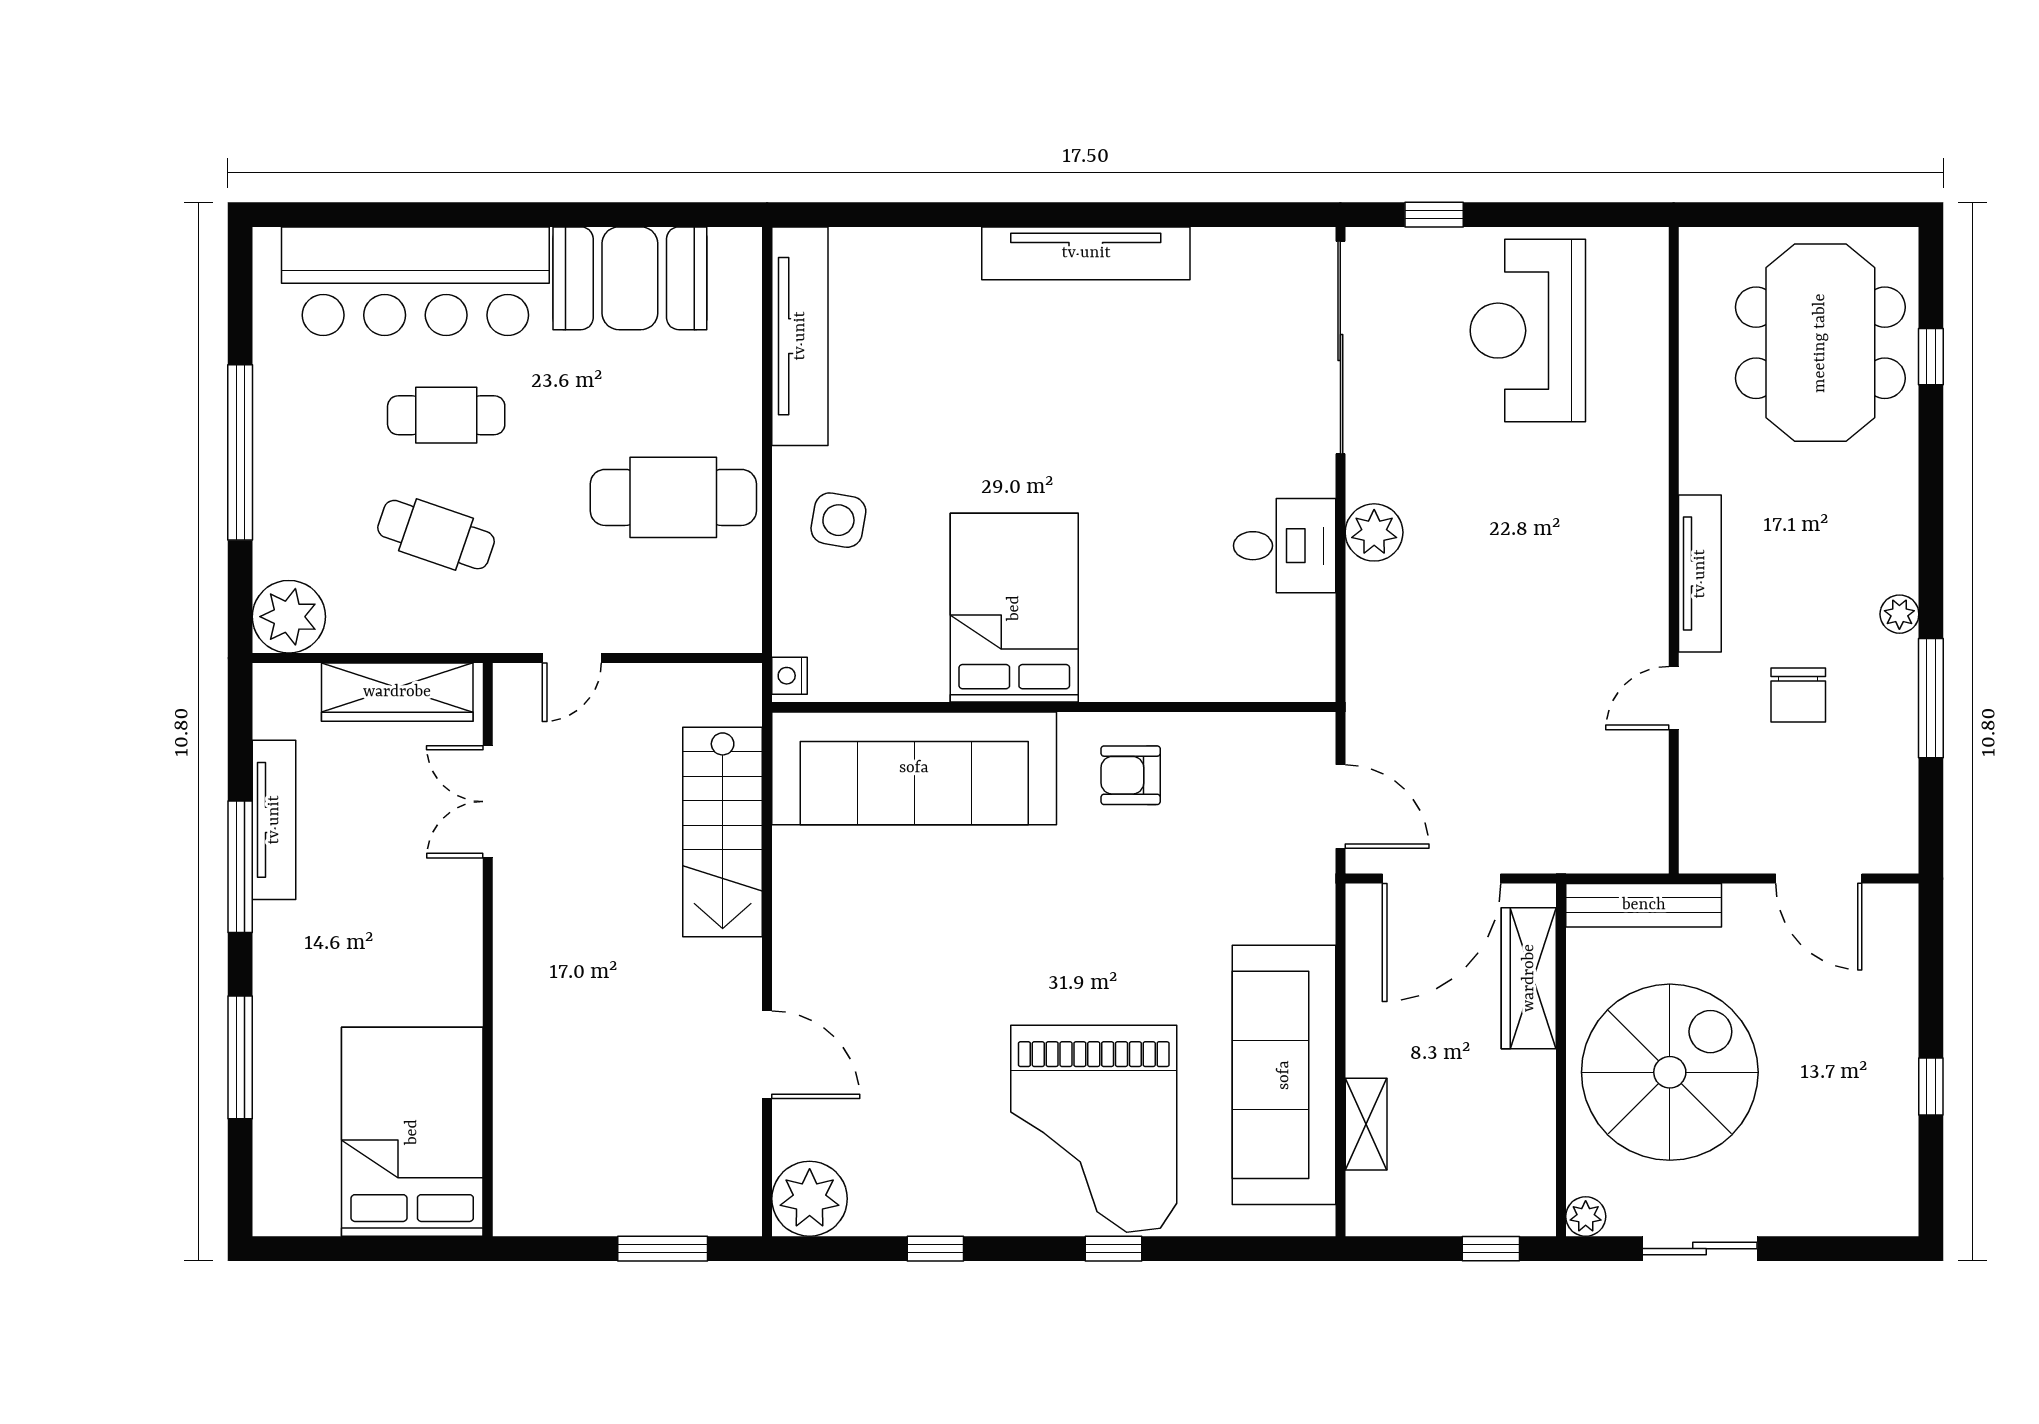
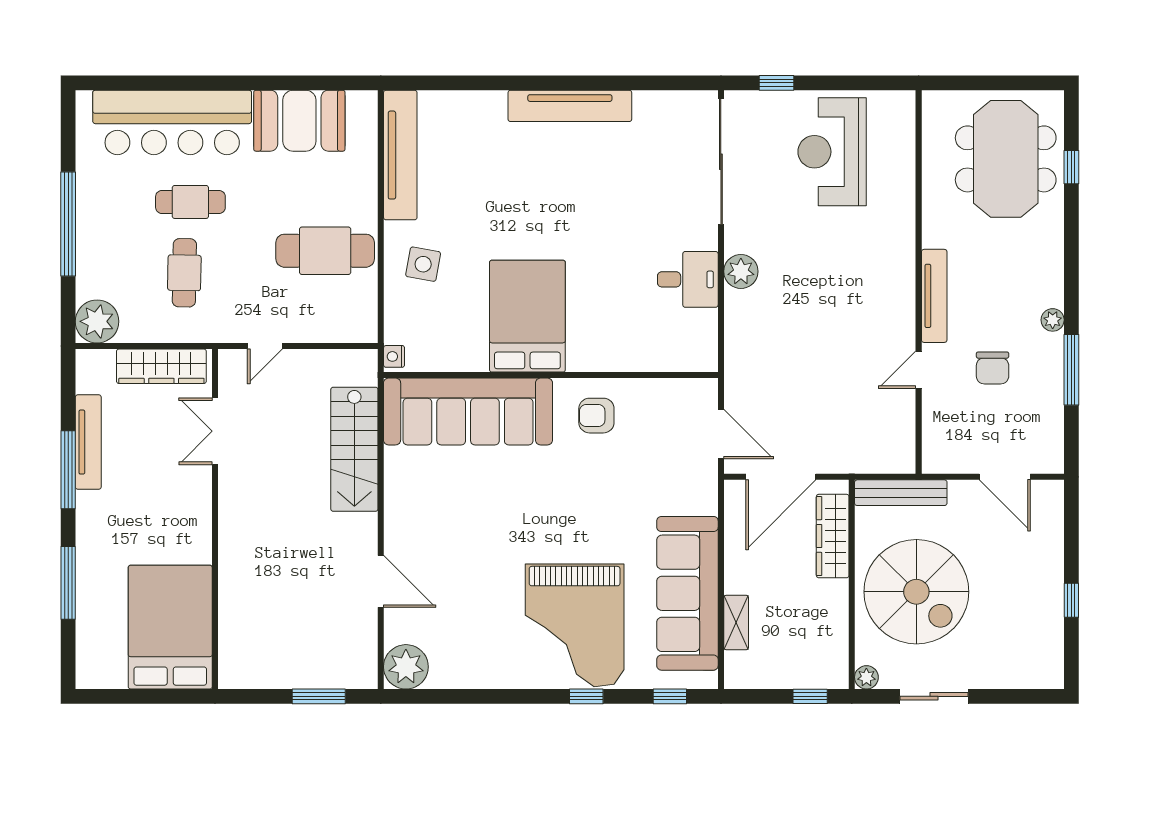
cafe table: (436, 535) -> (184, 273), turned 72
spiral stairs: (1670, 1072) -> (916, 592), turned 90
window: (935, 1249) -> (670, 696), moved

